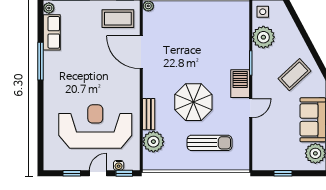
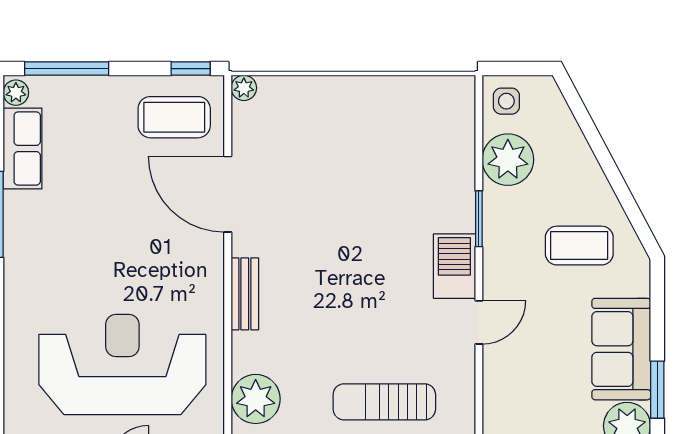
coffee table: (295, 75) -> (579, 246), turned 43
parasol: (193, 102) -> (347, 308), removed
bench: (149, 114) -> (245, 294), moved
sun lounger: (210, 143) -> (384, 402), turned 180

